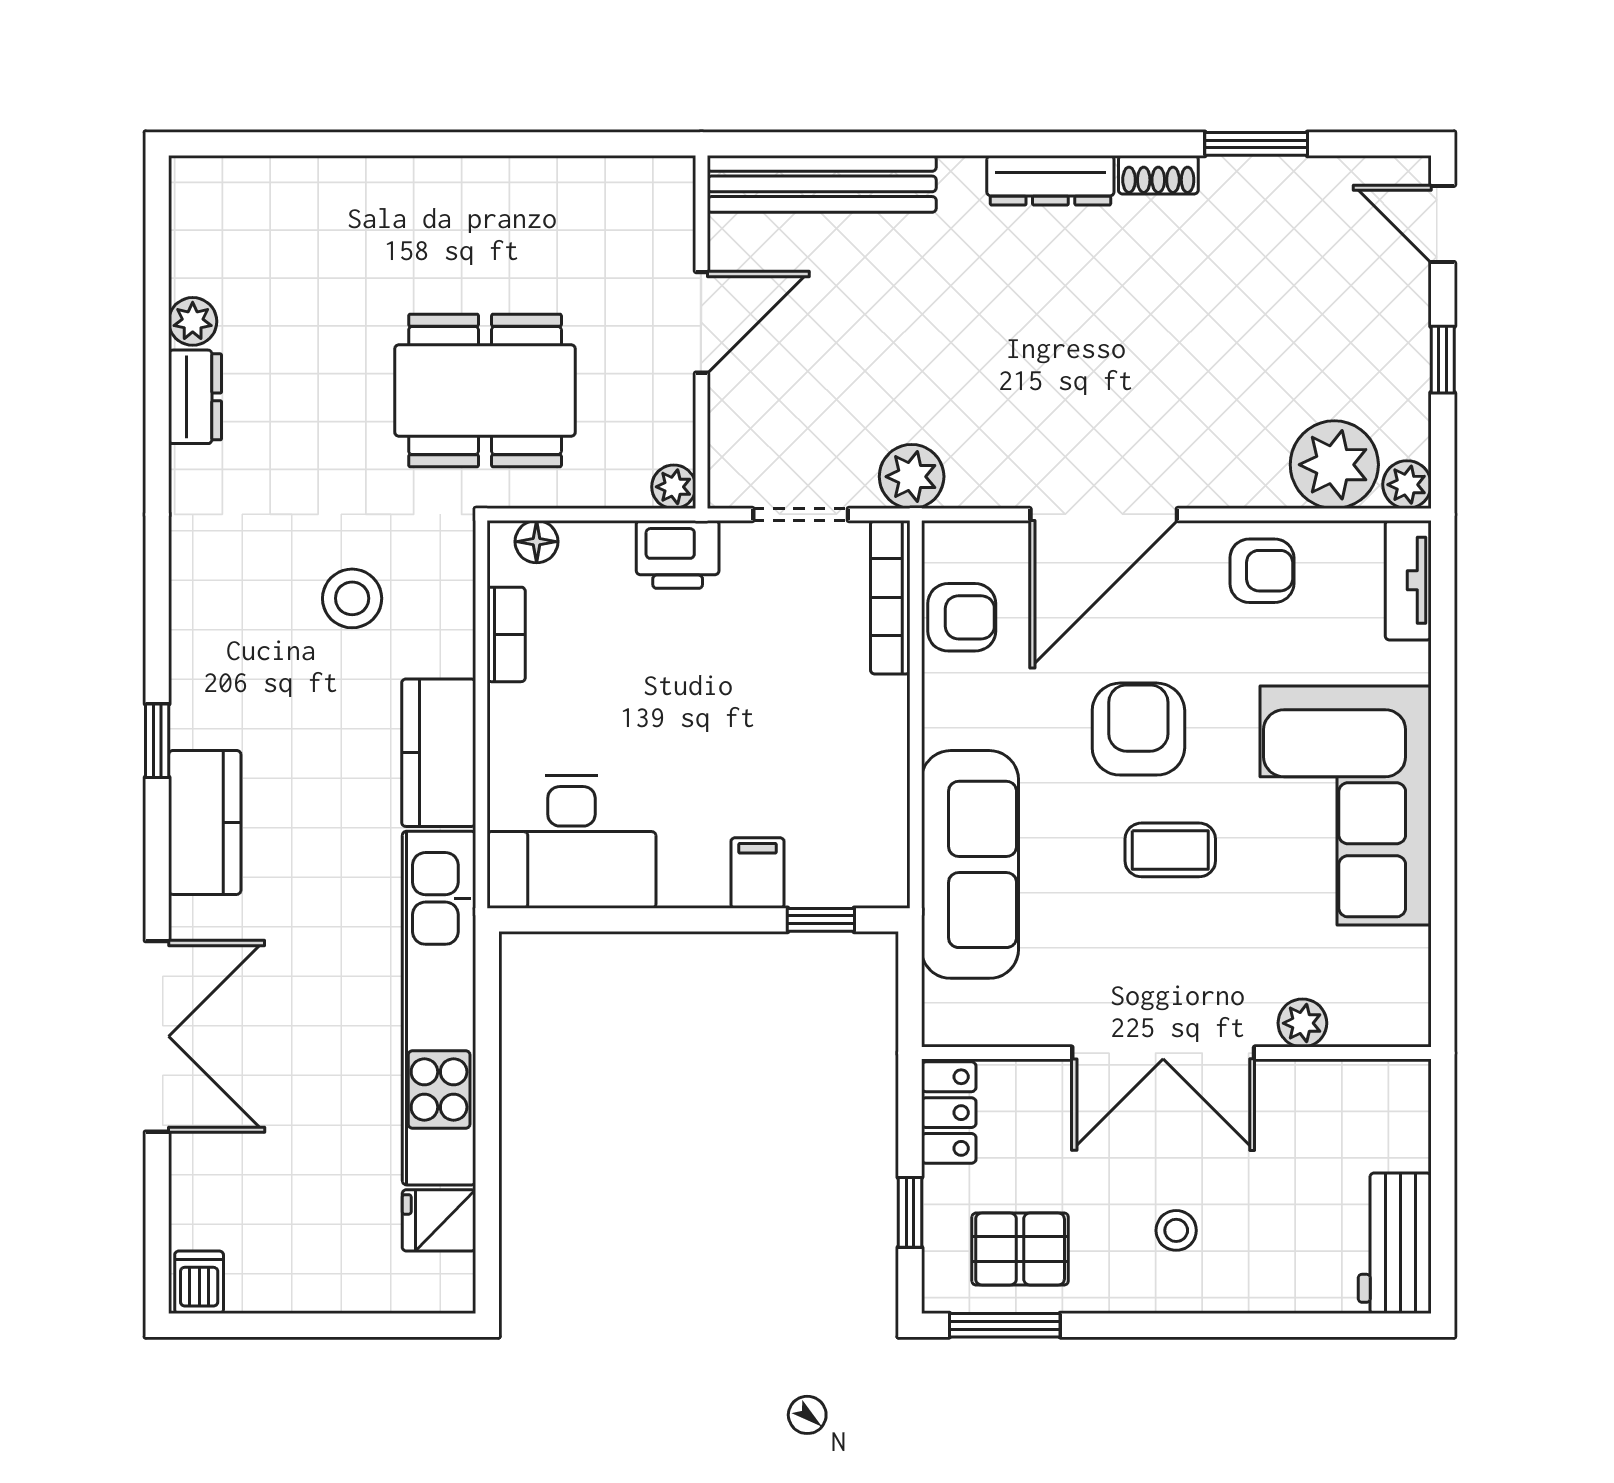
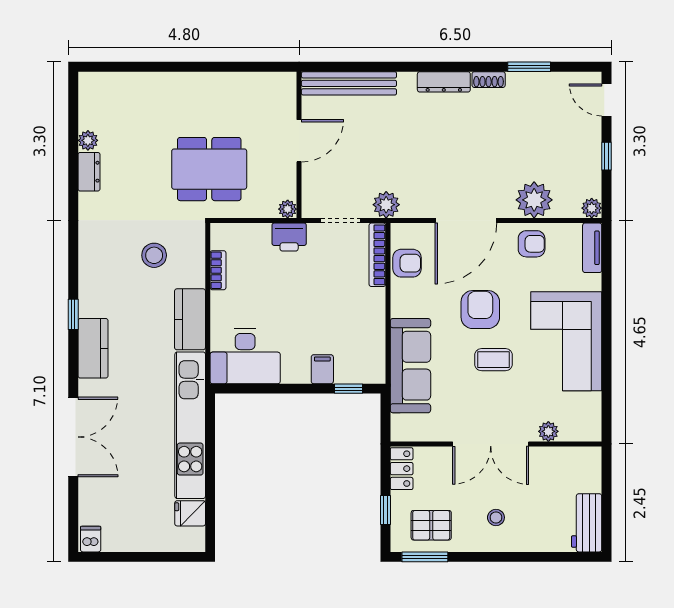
plant: (1334, 465) -> (534, 200), moved
floor lamp: (537, 542) -> (231, 232), removed

